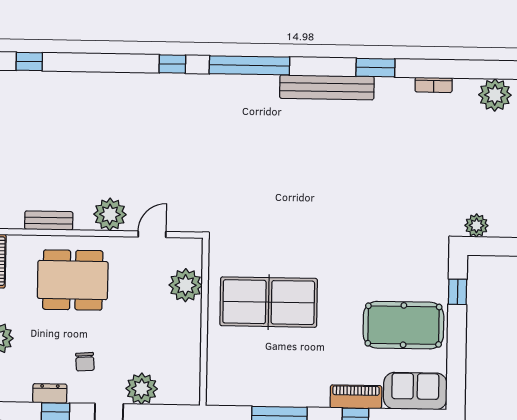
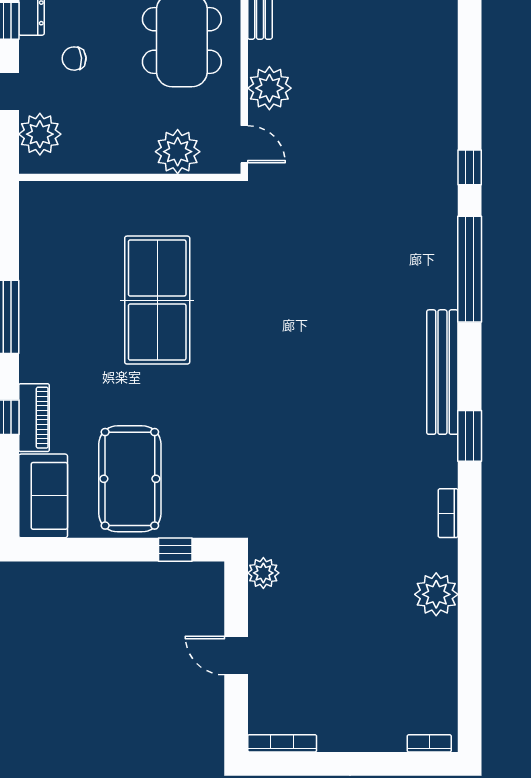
plant: (186, 285) -> (178, 152), moved
wall: (204, 322) -> (130, 177), moved

